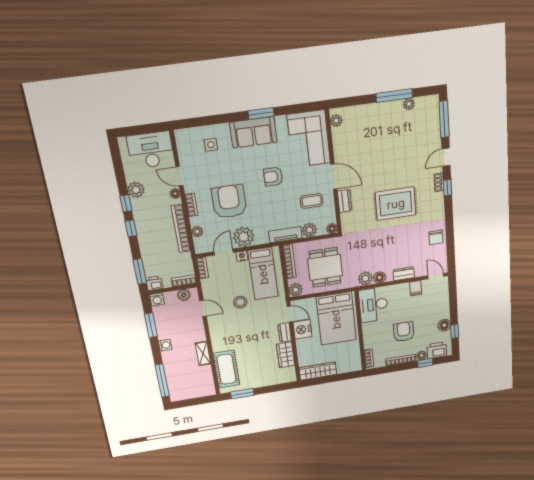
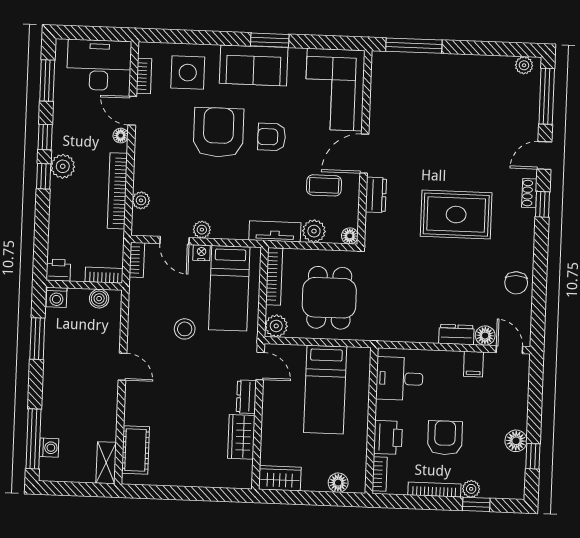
window: (394, 96) -> (414, 46), moved
plant: (409, 104) -> (524, 65), moved
plant: (336, 121) -> (380, 70), removed
side table: (211, 145) -> (188, 73), width x1.87, depth x1.87
door: (334, 177) -> (364, 154), swing flipped
plant: (136, 190) -> (63, 166), moved
armchair: (229, 202) -> (218, 132), moved
bookcase: (191, 205) -> (144, 76), moved
plant: (244, 237) -> (202, 230), width x0.53, depth x0.53
door: (224, 252) -> (174, 241), swing flipped
window: (140, 271) -> (47, 81), moved
floor lamp: (380, 277) -> (485, 336), moved
plant: (365, 278) -> (392, 330), removed
desk: (373, 305) -> (399, 379), width x0.73
door: (203, 308) -> (122, 367), moved
bed: (336, 319) -> (325, 390), width x0.67
nightstand: (302, 329) -> (276, 397), removed
washing machine: (165, 345) -> (49, 448), moved
printer: (437, 350) -> (388, 437), moved, turned 90
shelving: (203, 353) -> (106, 463), moved
floor lamp: (346, 368) -> (338, 483), added
cot: (226, 369) -> (136, 450), width x0.73, depth x0.75
wardrobe: (318, 371) -> (280, 478), width x0.67
window: (242, 394) -> (158, 492), removed

